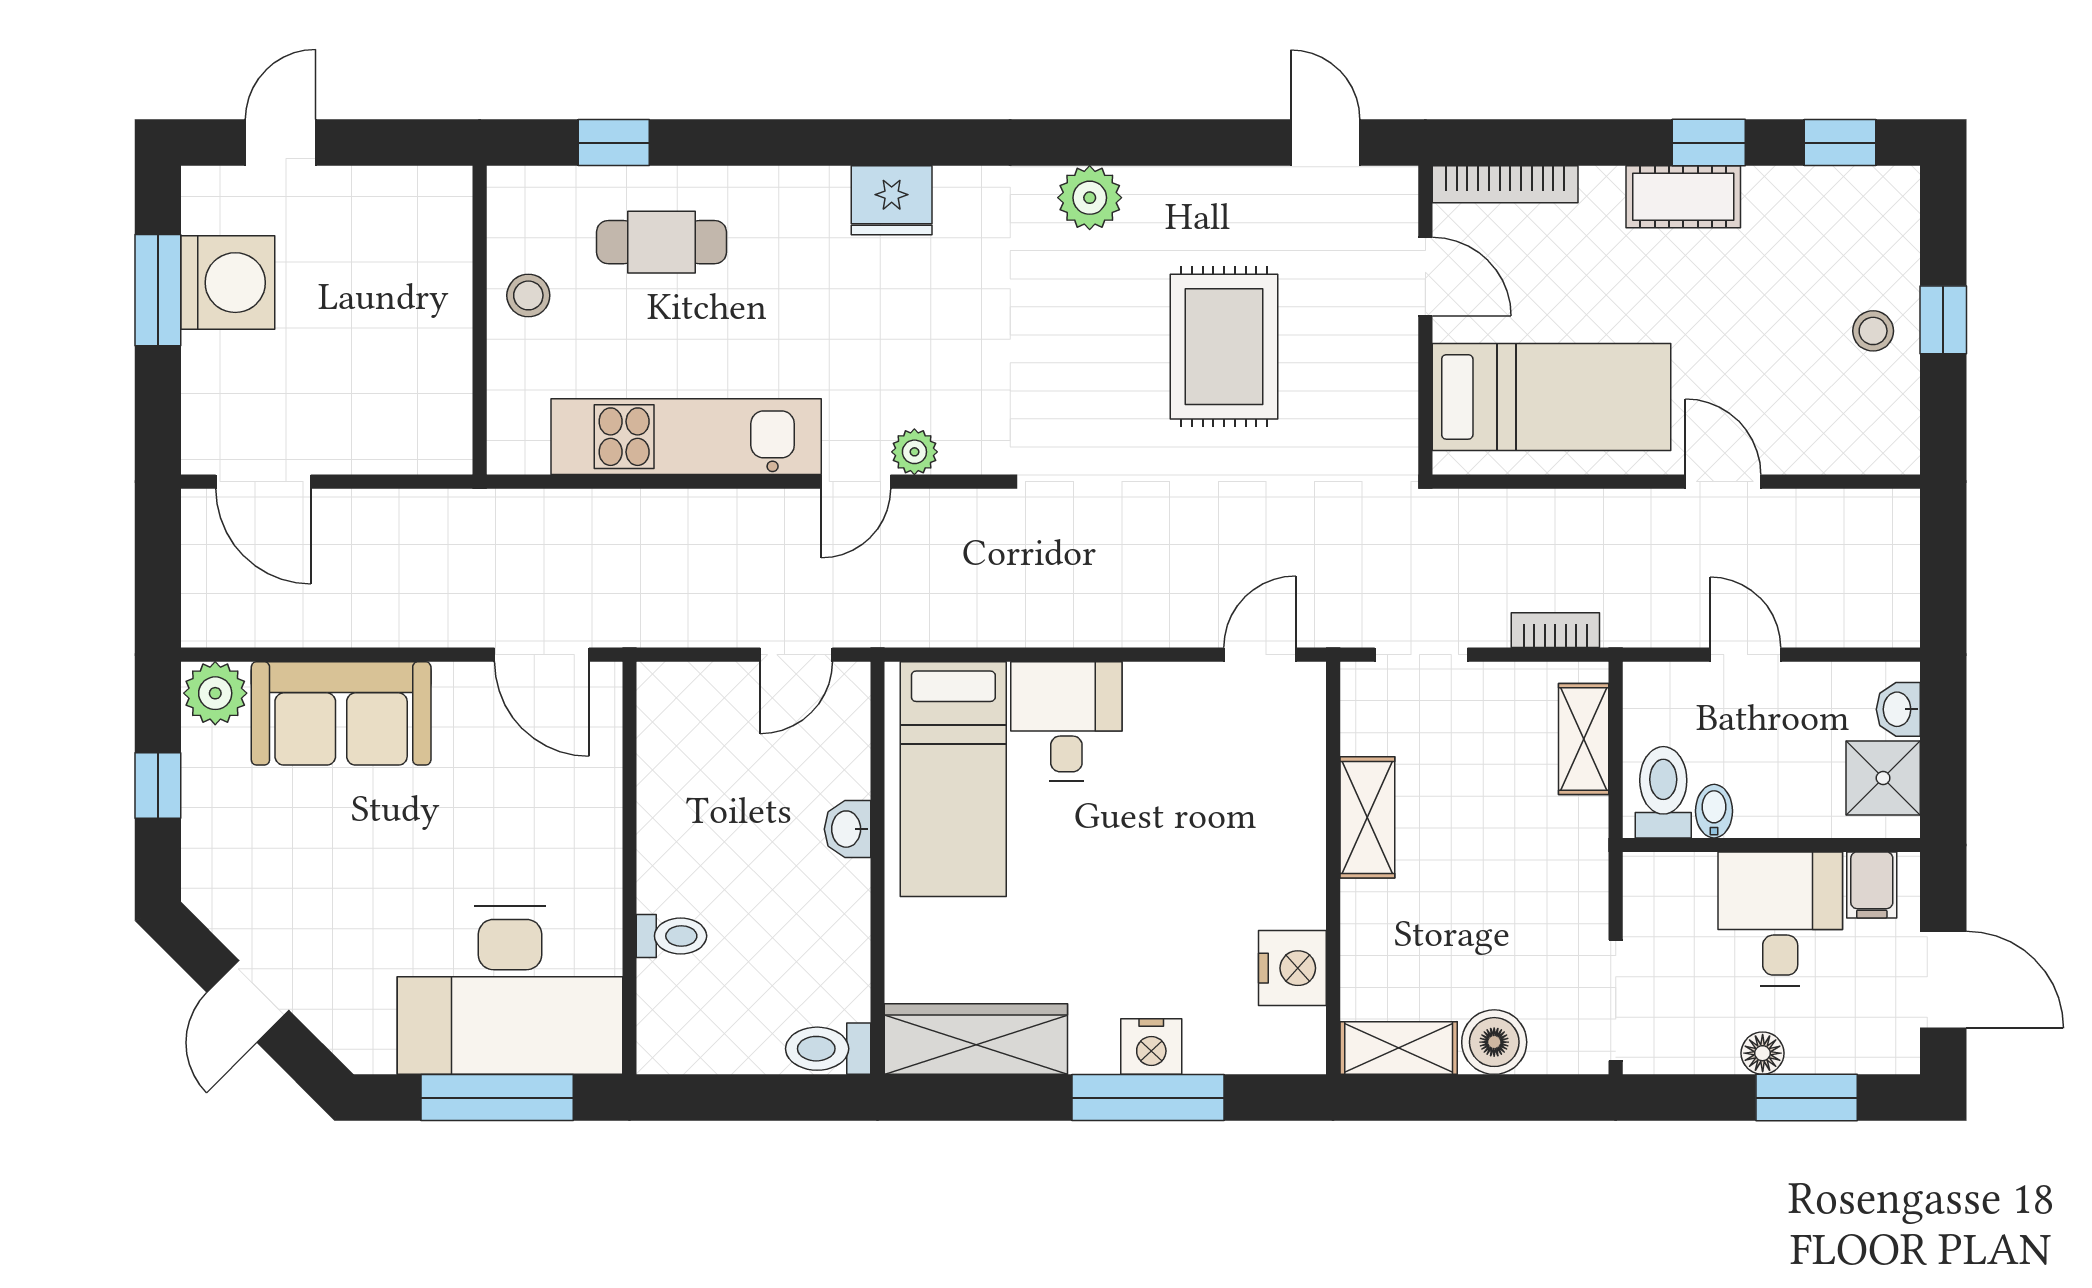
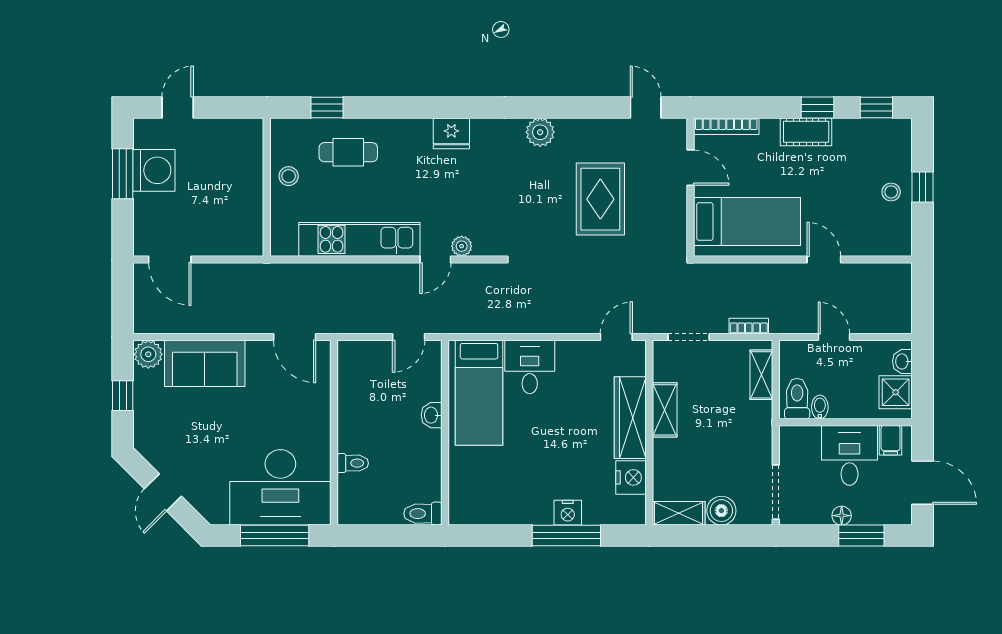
wardrobe: (976, 1039) -> (630, 418), moved, turned -90

